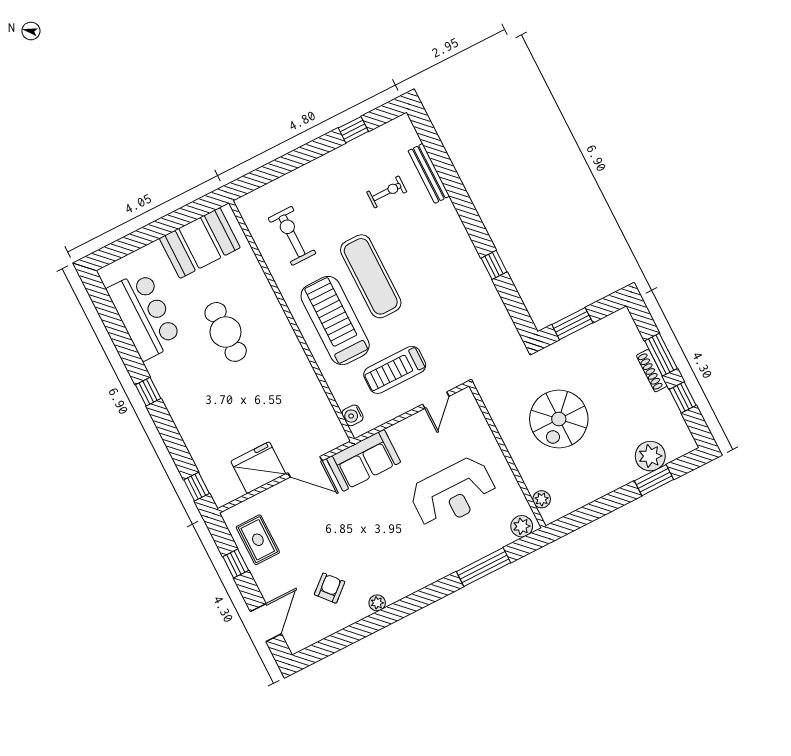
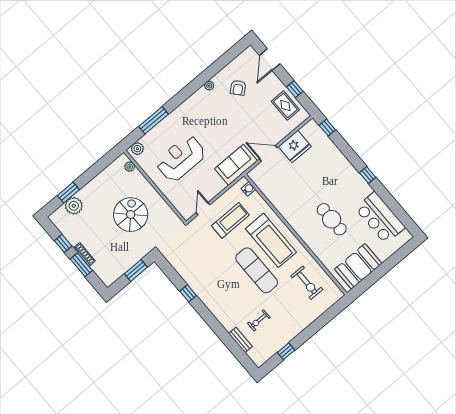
bench: (429, 173) -> (240, 340), width x0.73

